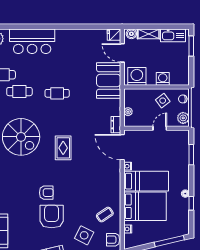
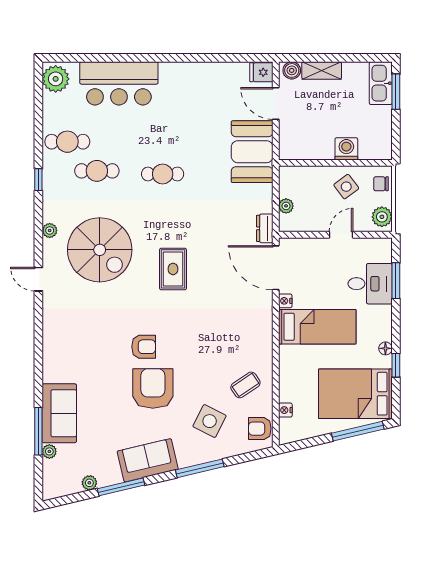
kitchen sink: (173, 35) -> (381, 83), moved, turned 90
washing machine: (137, 76) -> (301, 145), removed
desk: (176, 156) -> (370, 284), added
bed: (145, 206) -> (355, 394), moved, turned 180

